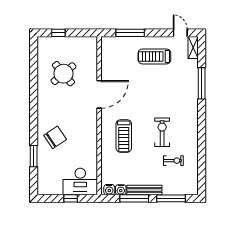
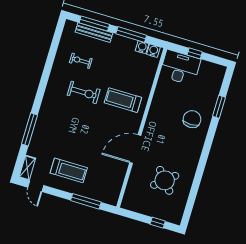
exercise bike: (162, 132) -> (84, 92), turned -90
treadmill: (124, 136) -> (123, 100), turned -90
chair: (55, 137) -> (192, 119), turned 124
bench: (144, 190) -> (94, 33), moved

